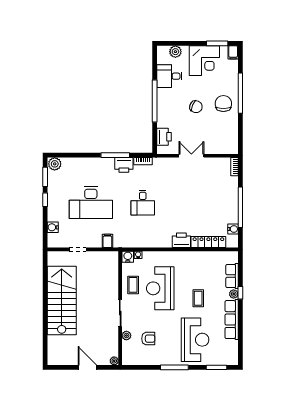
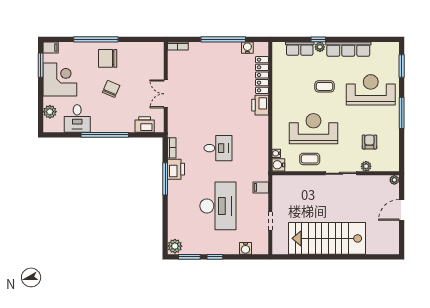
reception desk: (160, 288) -> (313, 129), turned 180

